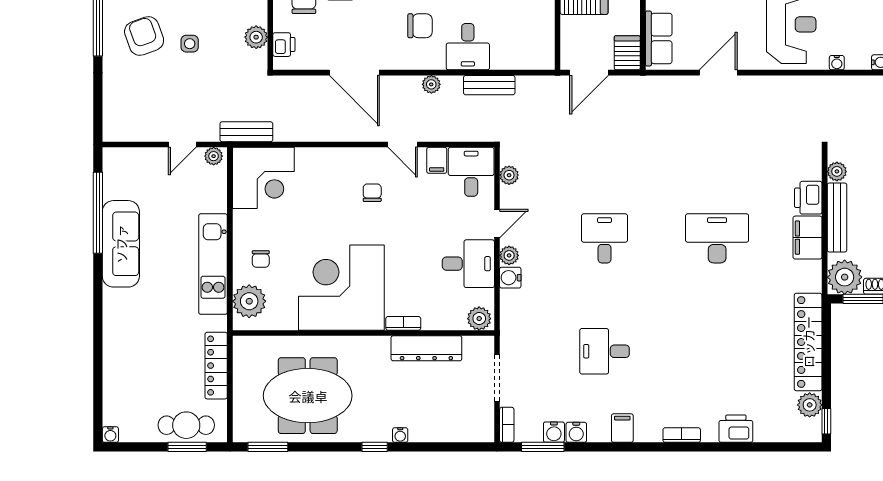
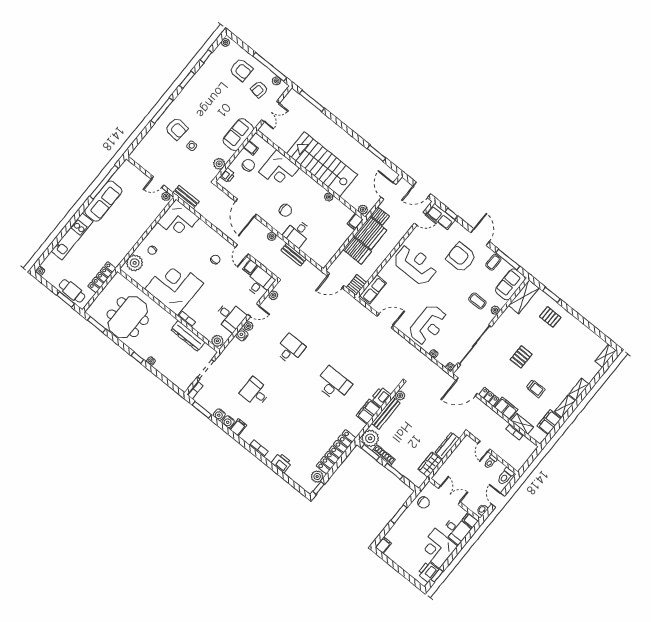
armchair: (144, 36) -> (177, 129), turned 115
kitchen unit: (213, 264) -> (72, 236), moved, turned 180
meeting table: (308, 396) -> (128, 317), turned 90
water cooler: (554, 432) -> (228, 422), moved

